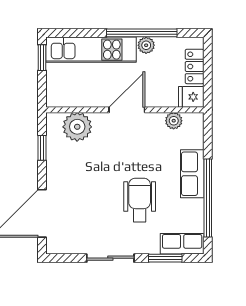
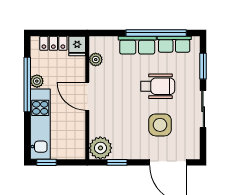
plant: (77, 127) -> (100, 148), moved
wheelchair: (140, 200) -> (158, 86), turned 180
side table: (90, 203) -> (160, 125), added
row of seats: (182, 244) -> (174, 44), moved, turned -90

